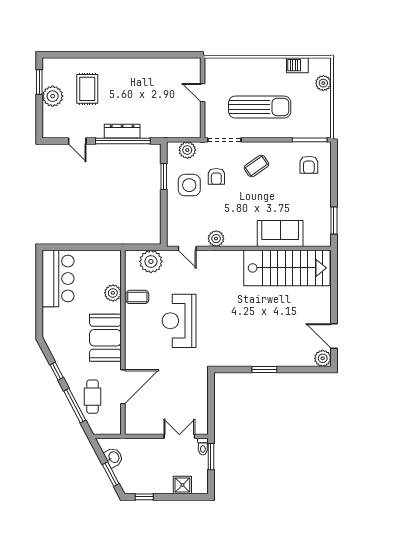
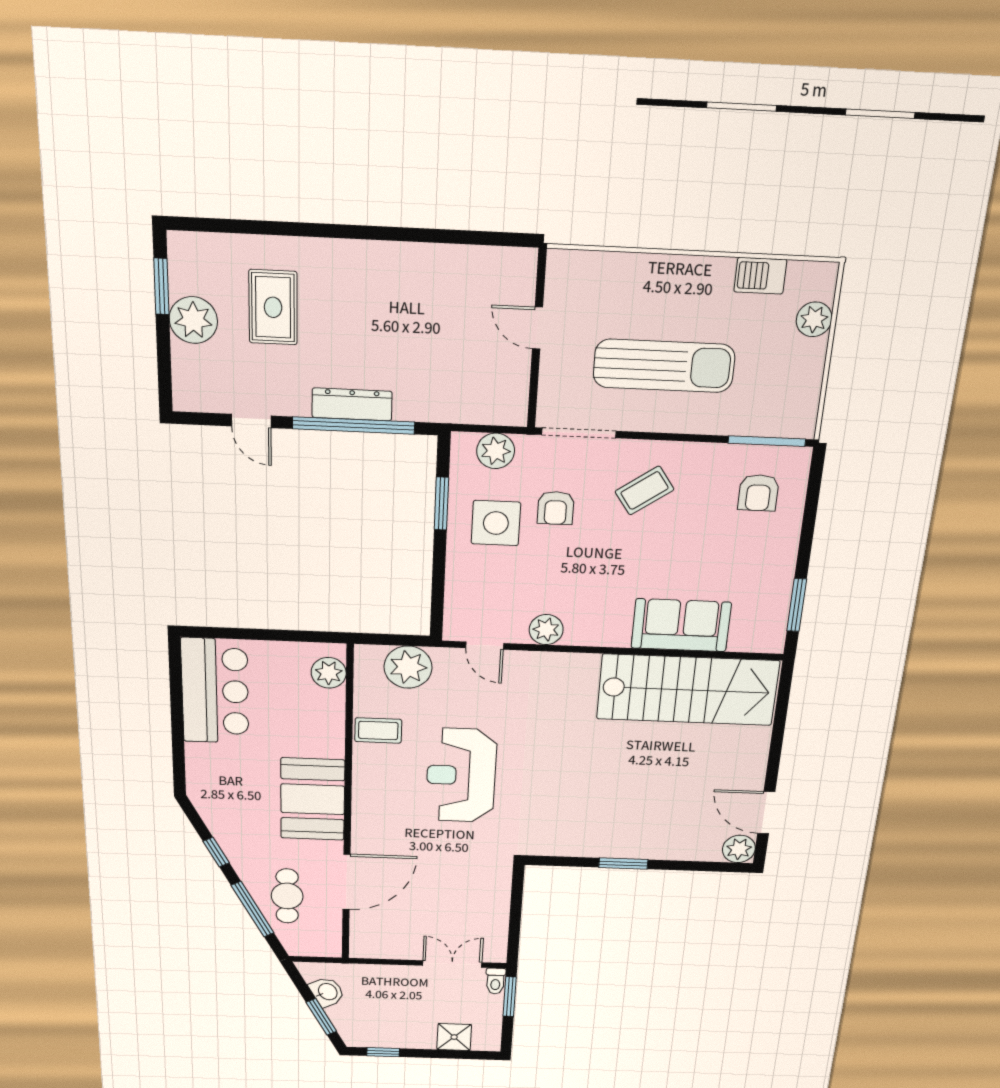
plant: (113, 293) -> (329, 673), moved

